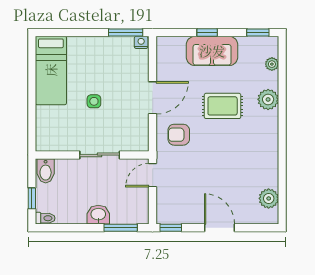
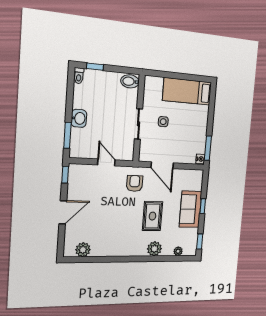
wall: (92, 155) -> (139, 118), moved
sliding door: (100, 155) -> (138, 124), moved
bidet: (46, 171) -> (130, 81), moved

